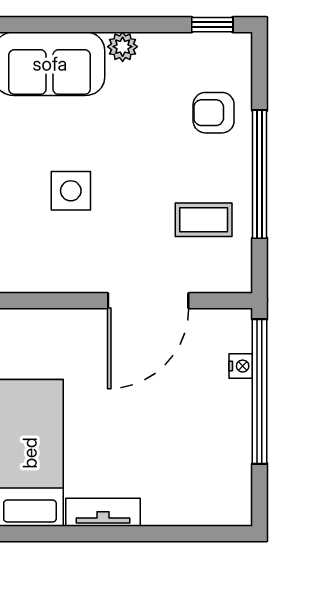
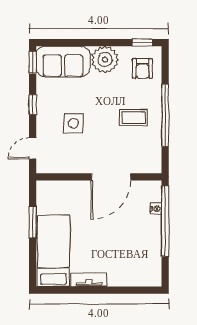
plant: (123, 47) -> (105, 60), width x1.87, depth x1.87
armchair: (214, 113) -> (142, 68), moved, turned -90
coffee table: (204, 220) -> (133, 118), moved

